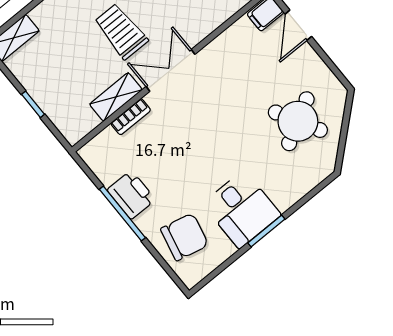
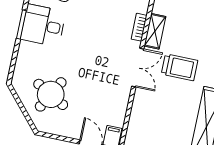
round table: (298, 121) -> (51, 94), turned -32

